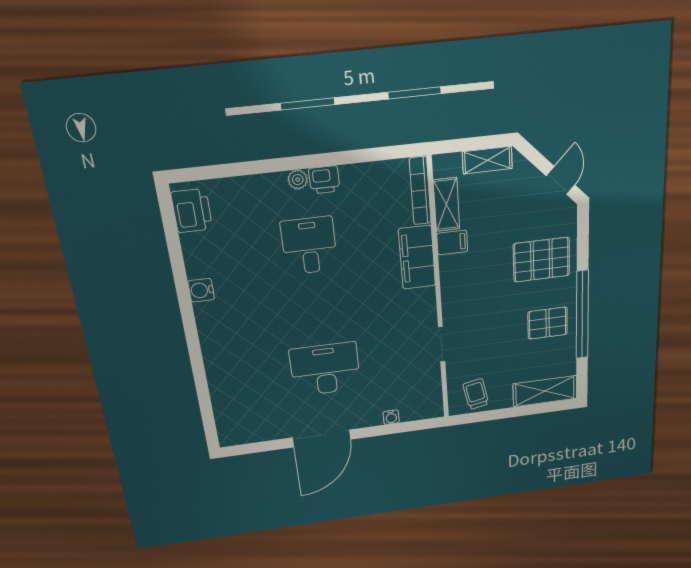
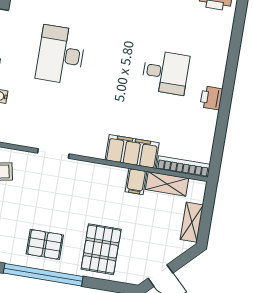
plant: (298, 180) -> (217, 79), removed
pallet: (548, 323) -> (45, 244), turned 90
desk: (325, 369) -> (61, 55), turned 180

